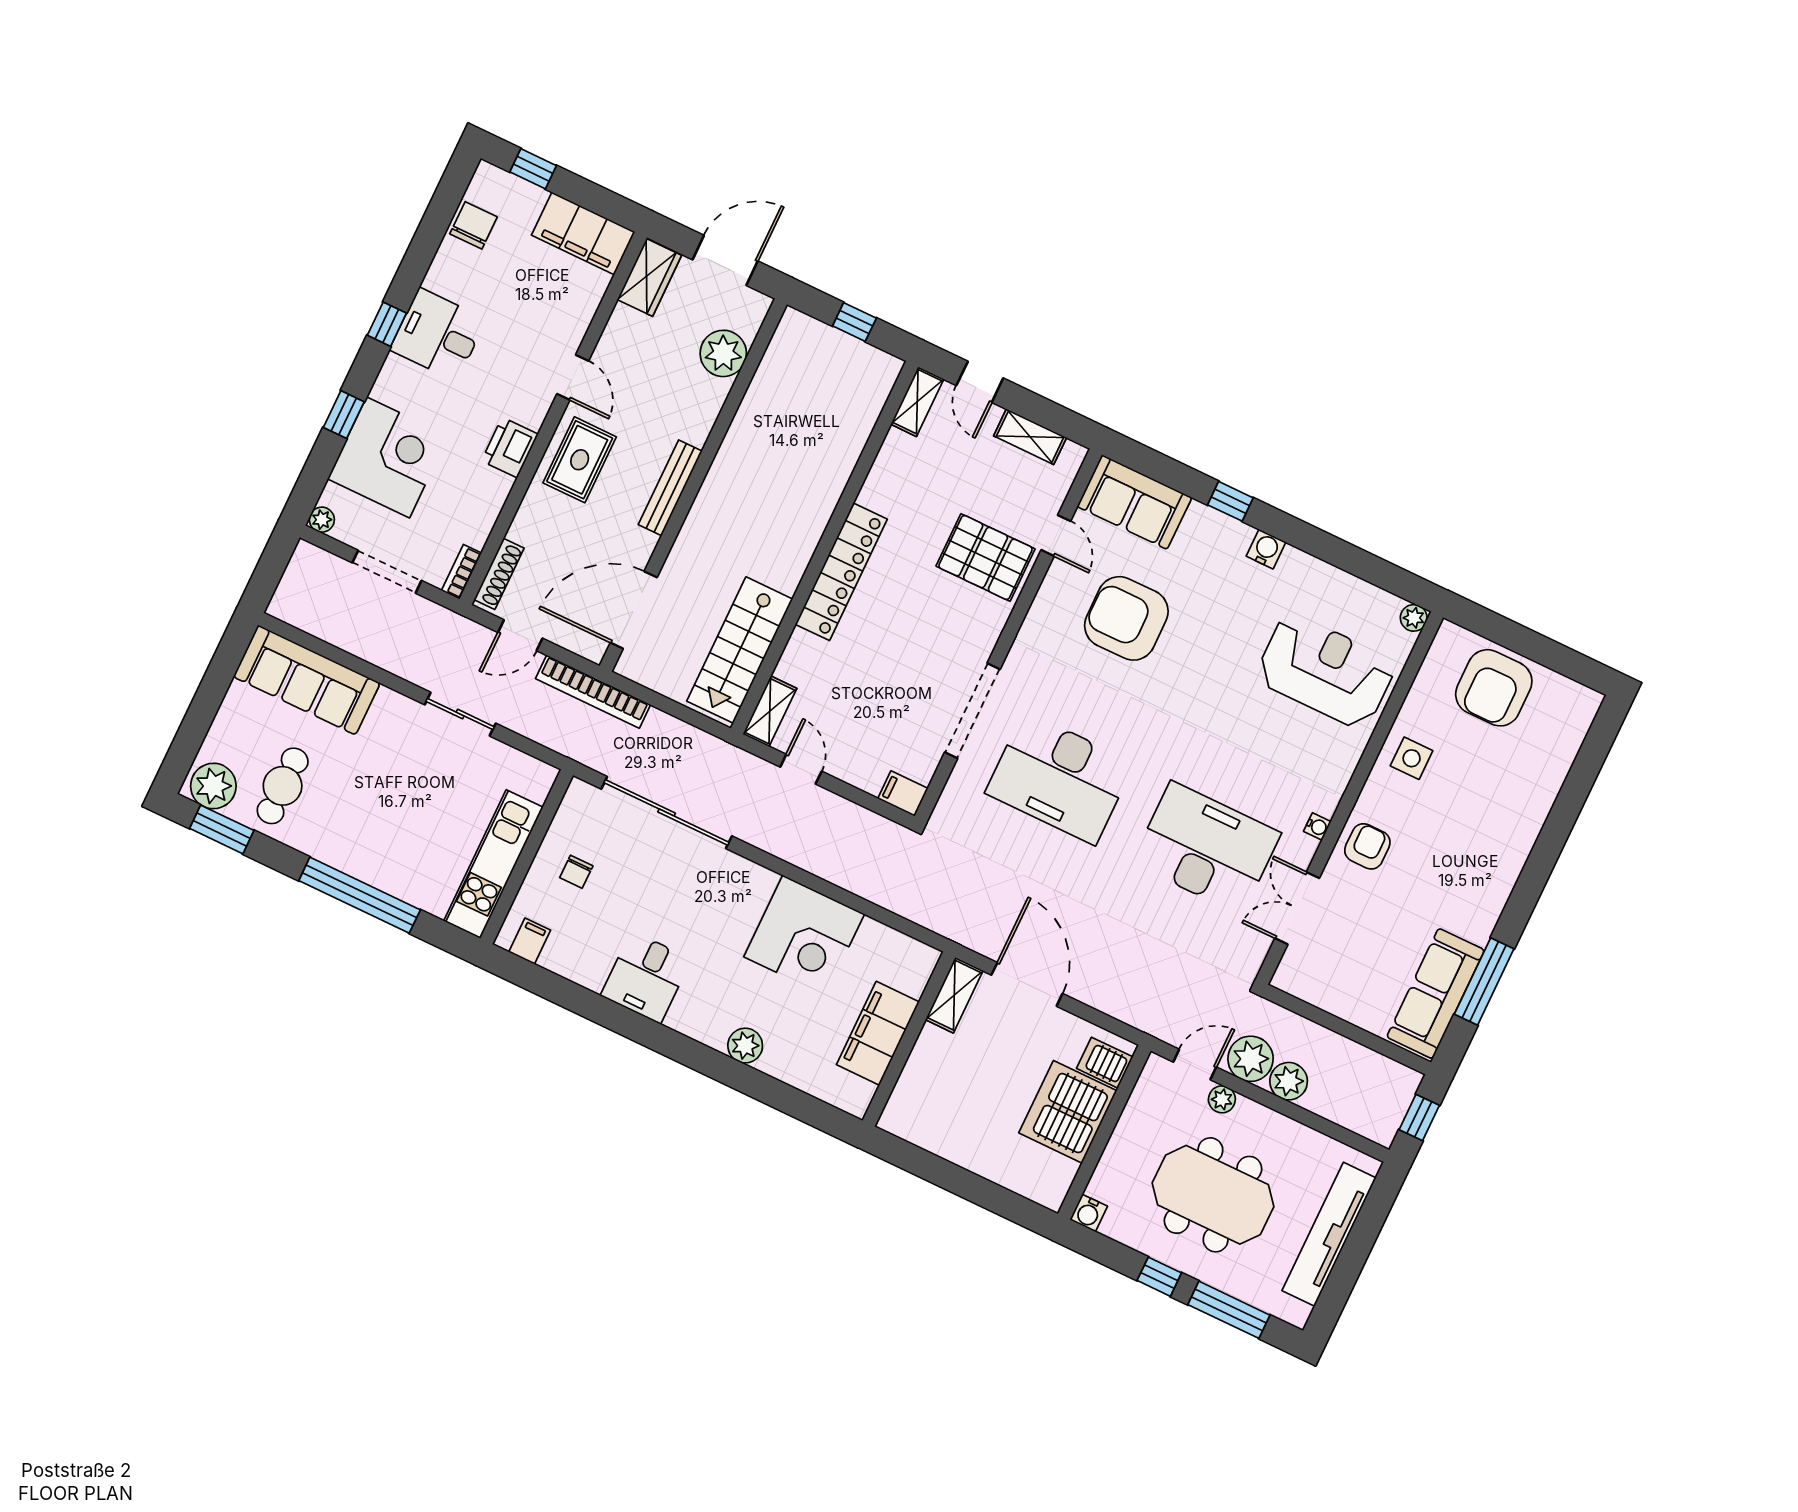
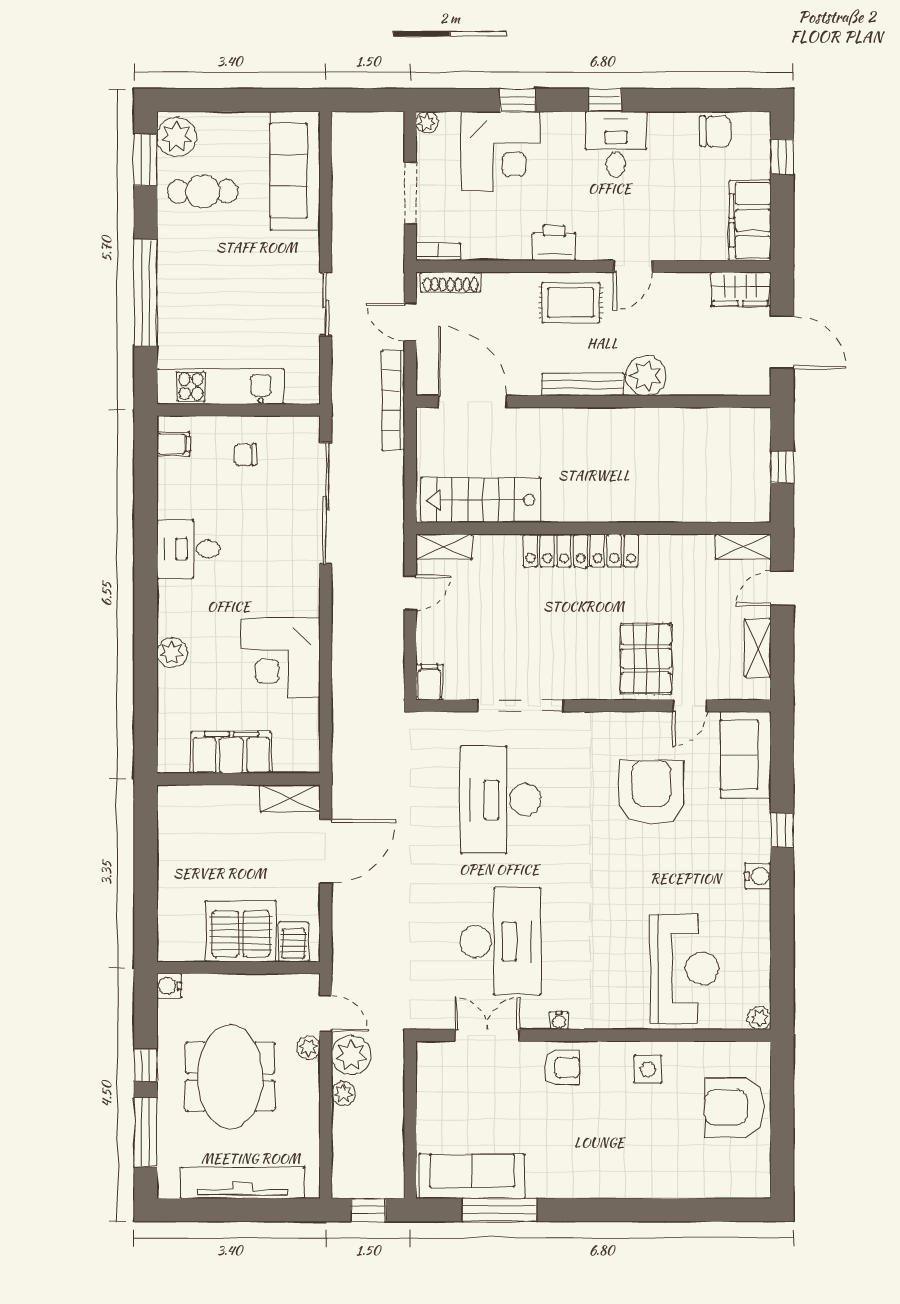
plant: (723, 353) -> (646, 376), moved
plant: (1289, 1081) -> (343, 1094), width x0.73, depth x0.73

